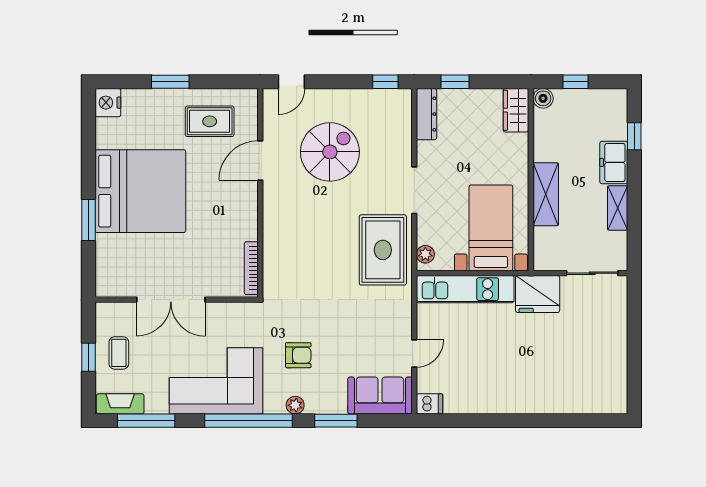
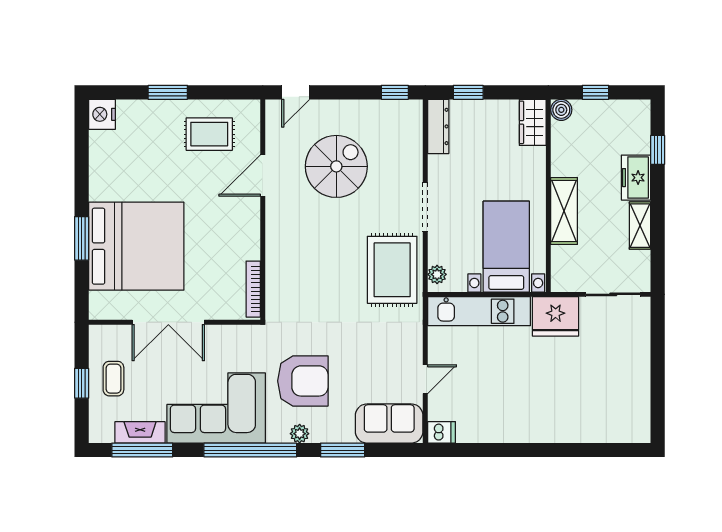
bed: (140, 191) -> (136, 246), moved
armchair: (298, 355) -> (303, 381), width x1.88, depth x1.88
fireplace: (120, 404) -> (140, 432), moved

